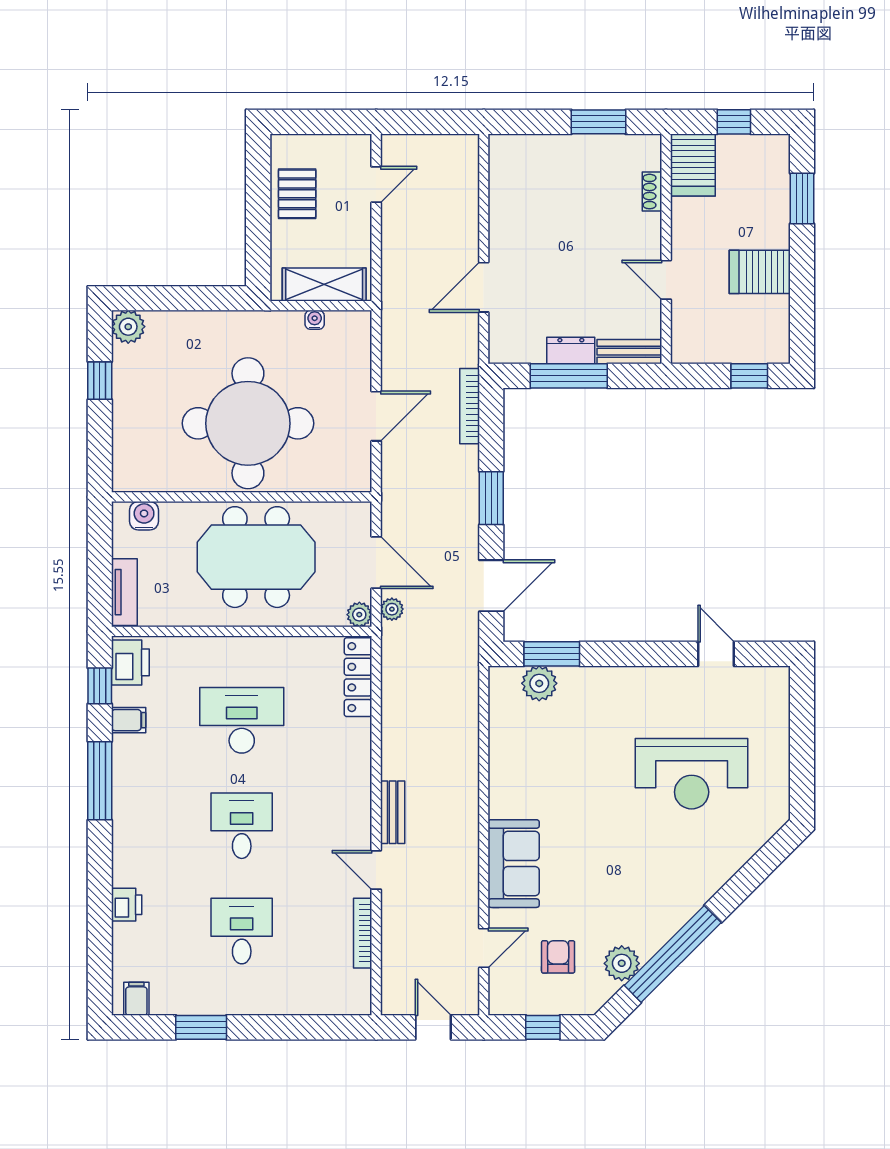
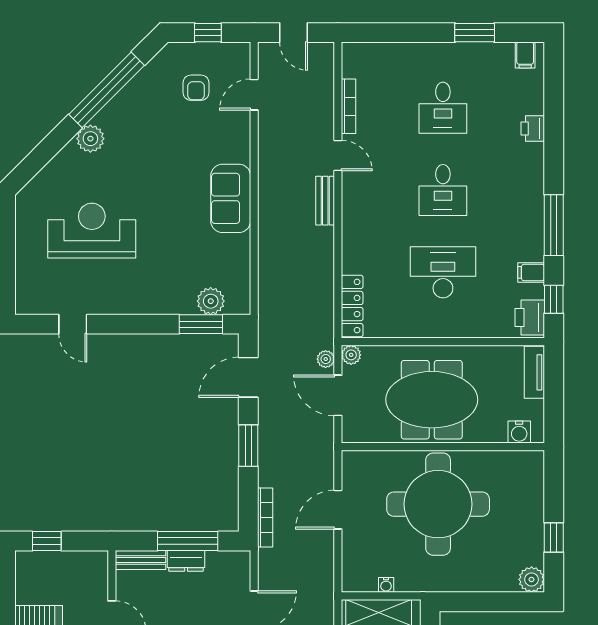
desk: (242, 720) -> (443, 272), turned 180
sofa: (514, 864) -> (231, 198), moved
plant: (622, 963) -> (90, 139), moved

